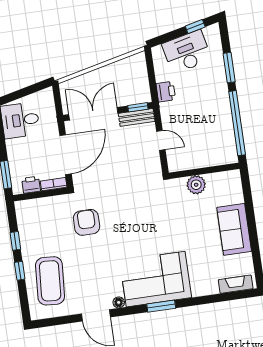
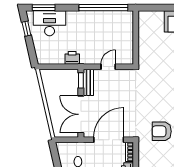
desk: (187, 52) -> (50, 23), moved, turned 103
window: (229, 68) -> (44, 8), moved
door: (66, 155) -> (109, 140), hinge flipped
plant: (196, 185) -> (145, 45), removed

